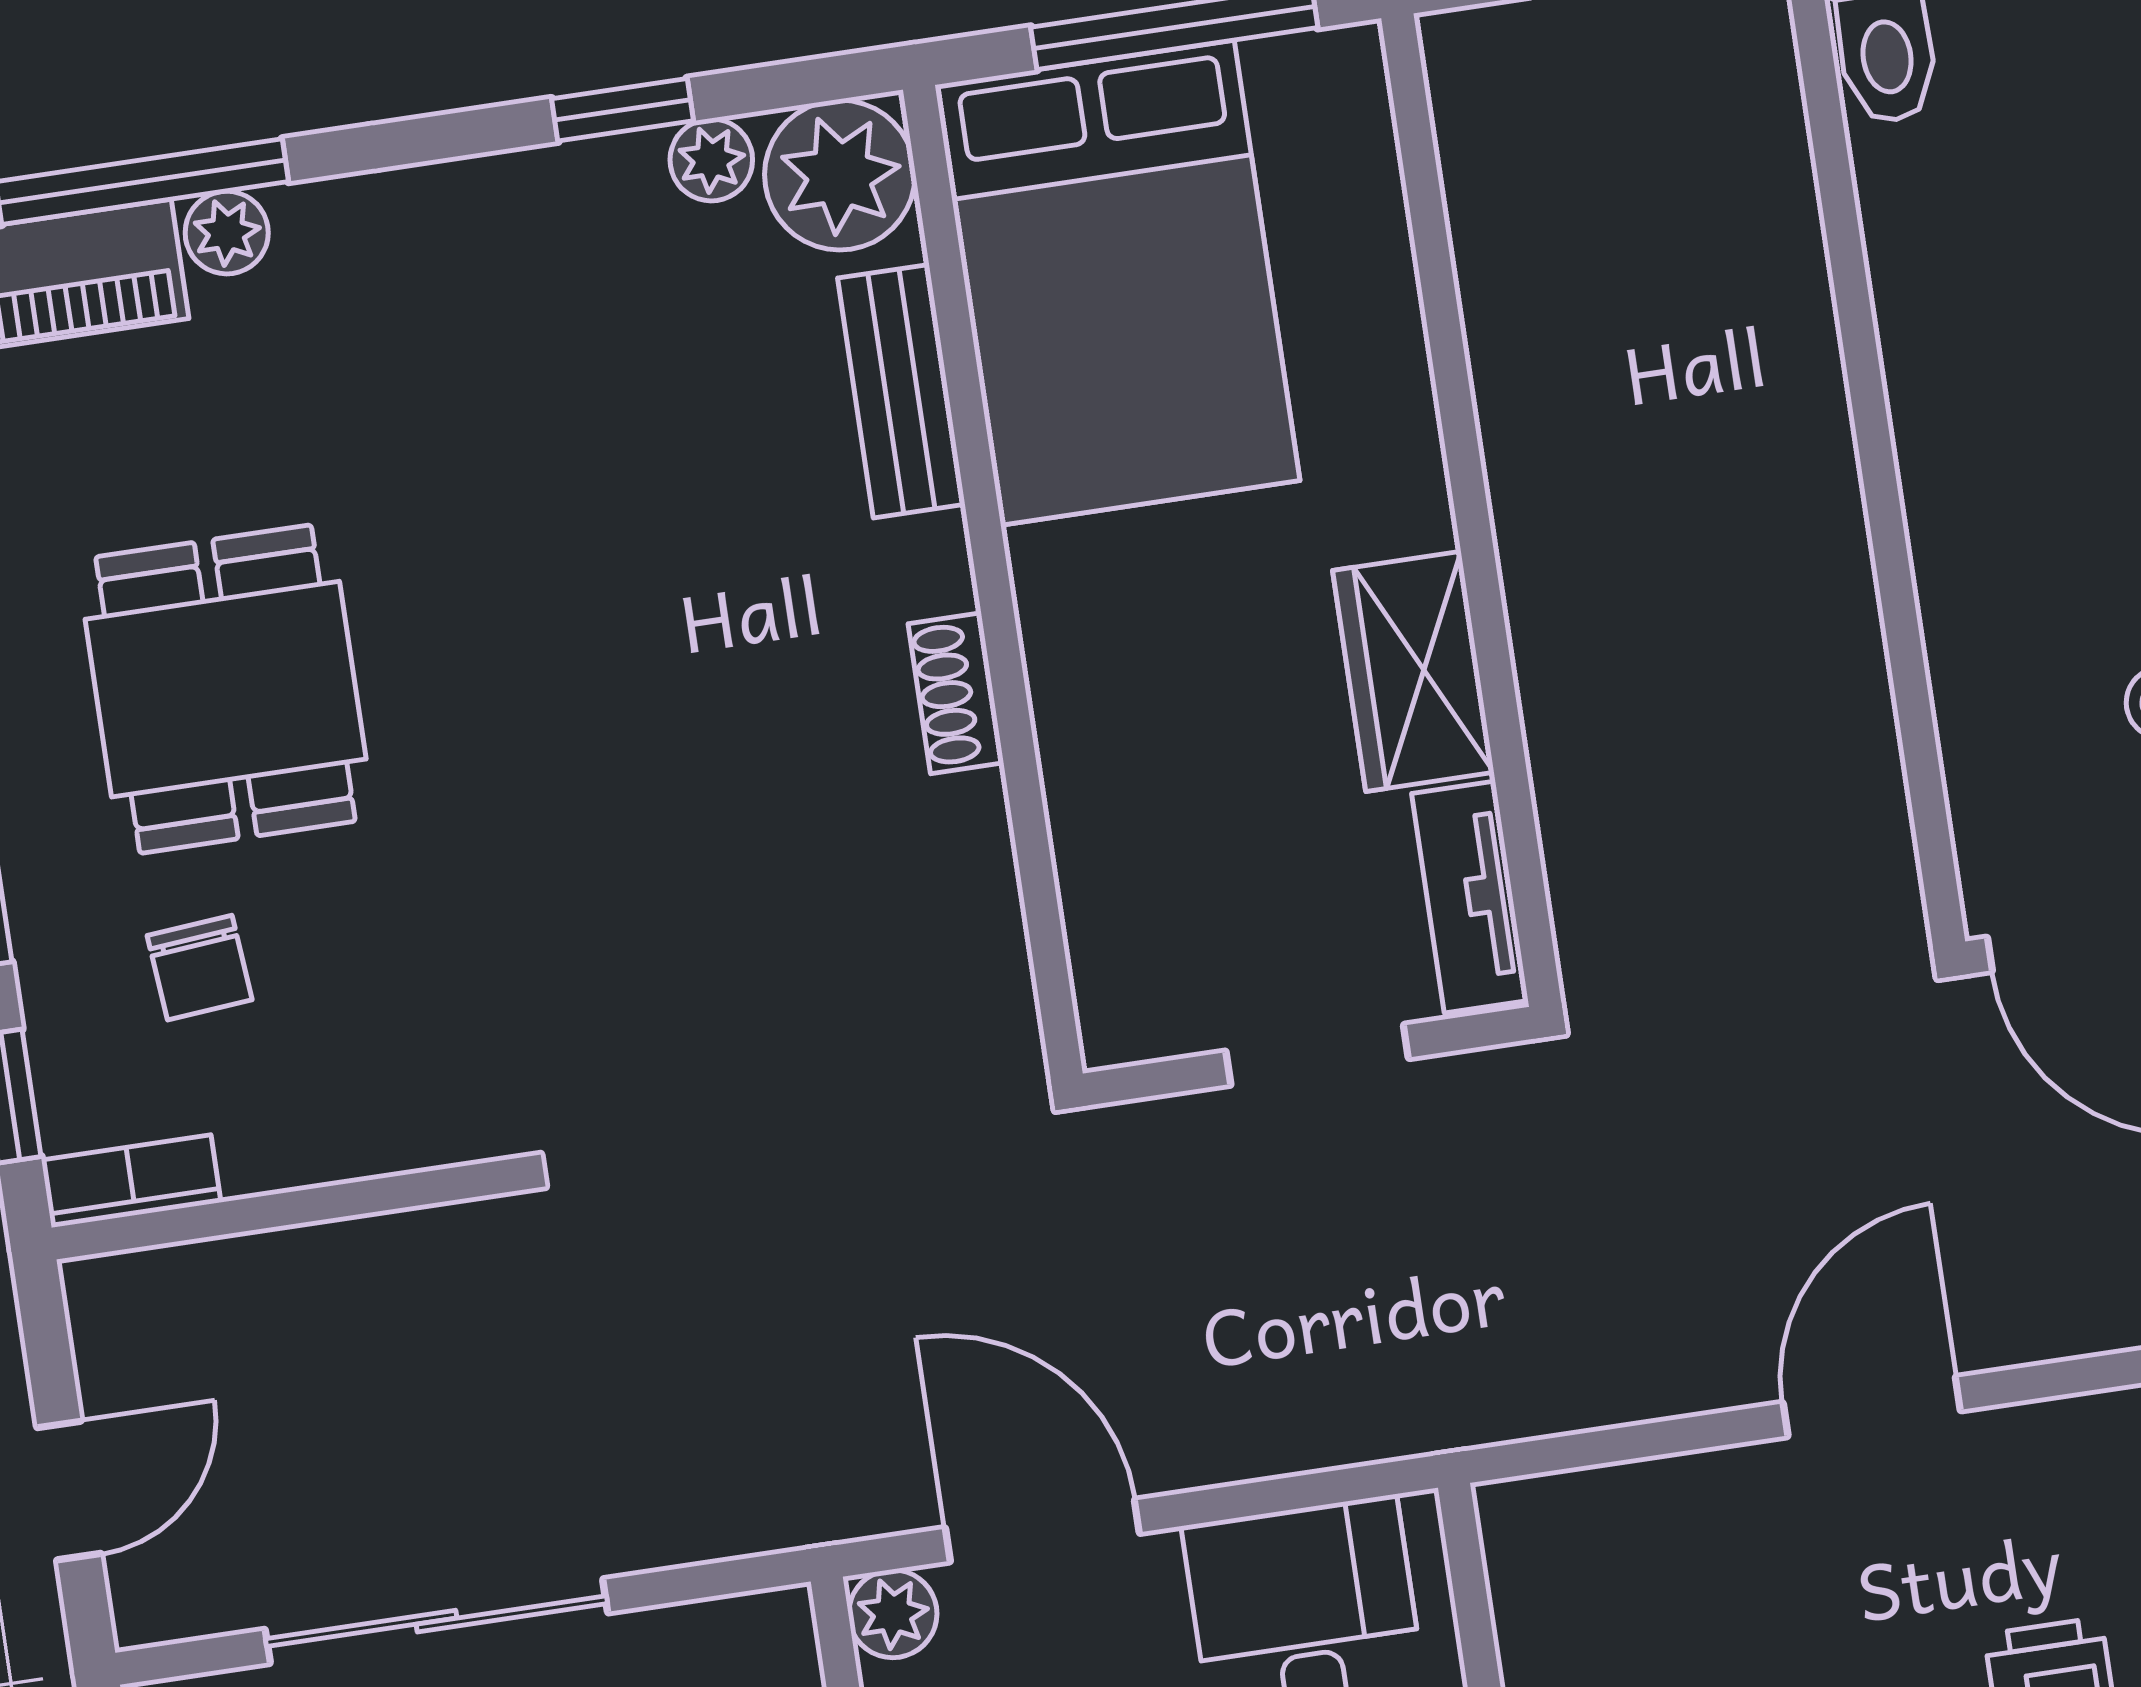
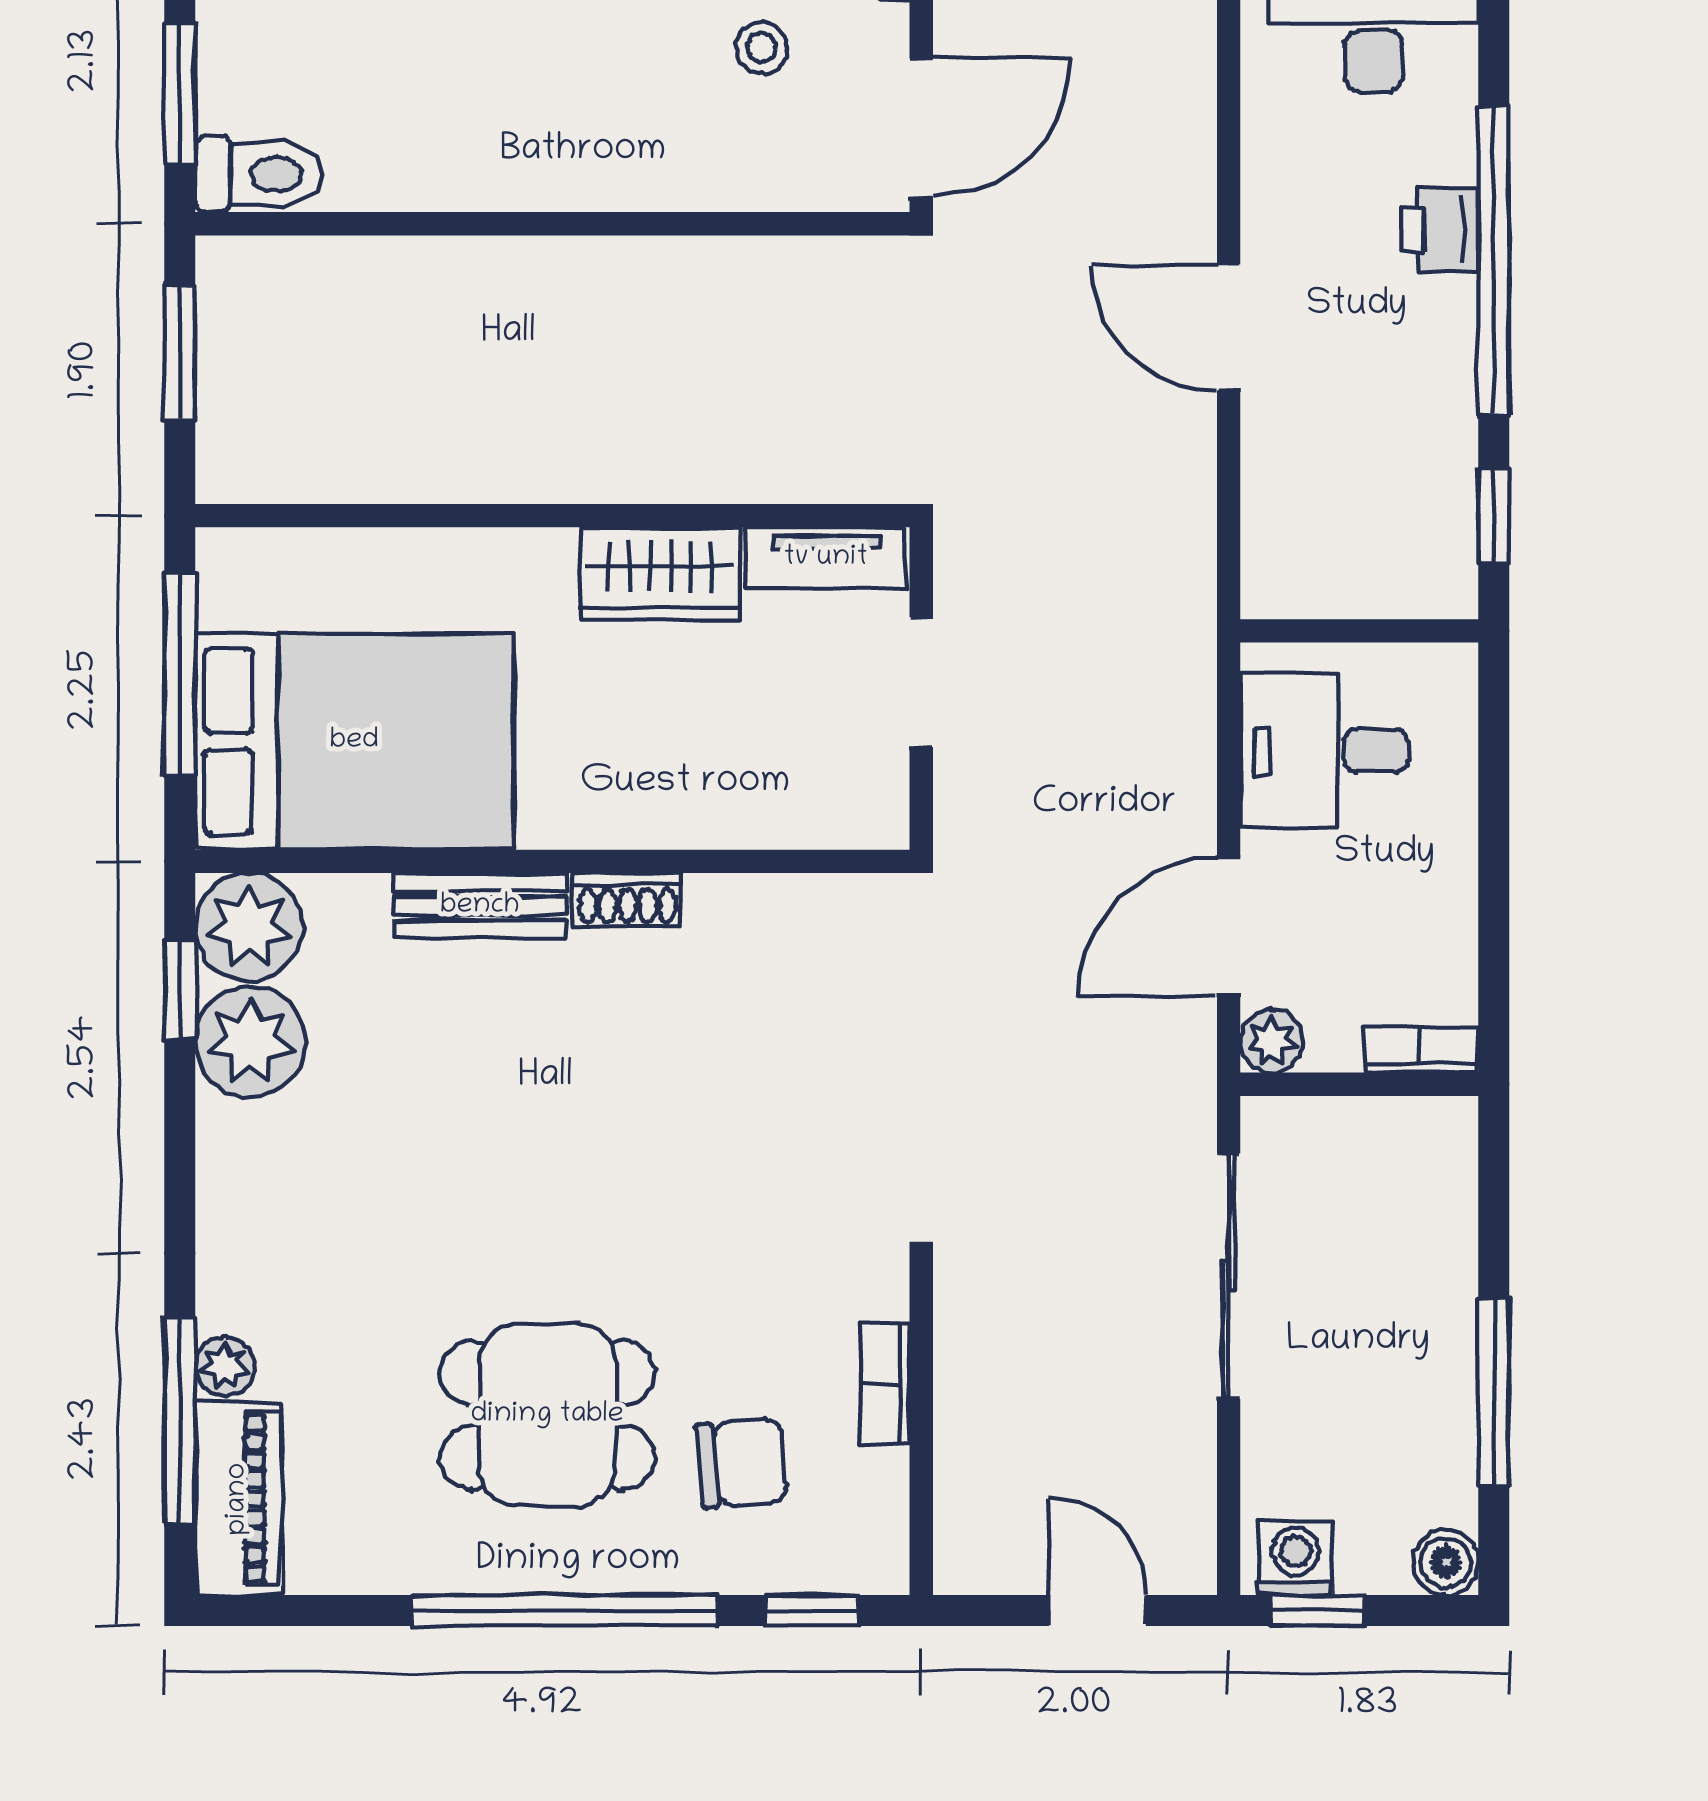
window: (622, 110) -> (180, 990), moved
plant: (711, 160) -> (250, 1042), width x1.88, depth x1.88
bench: (901, 391) -> (480, 906), moved
chair: (200, 968) -> (742, 1463), width x1.37, depth x1.37
bookcase: (131, 1181) -> (885, 1383), moved
sliding door: (436, 1621) -> (1229, 1276), moved

